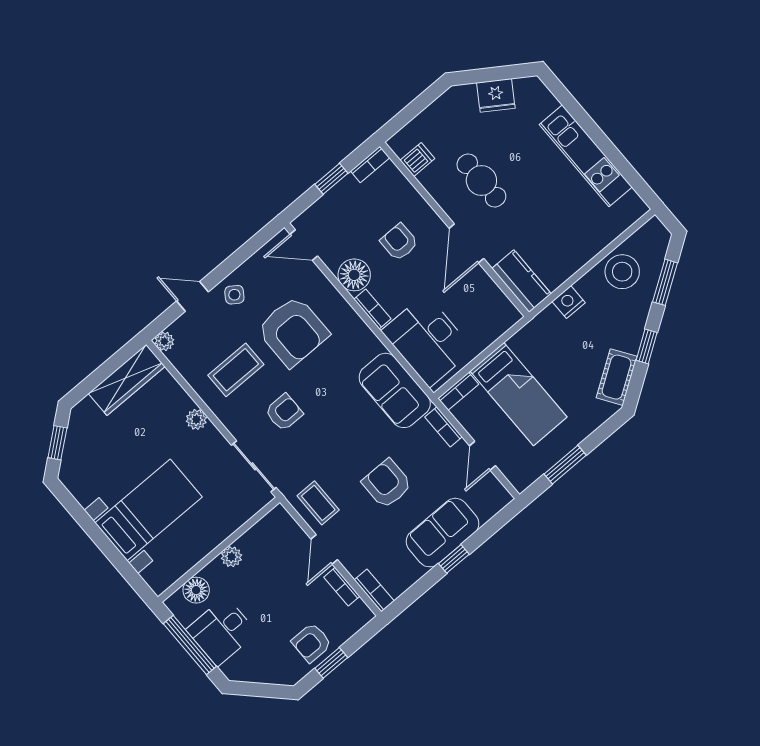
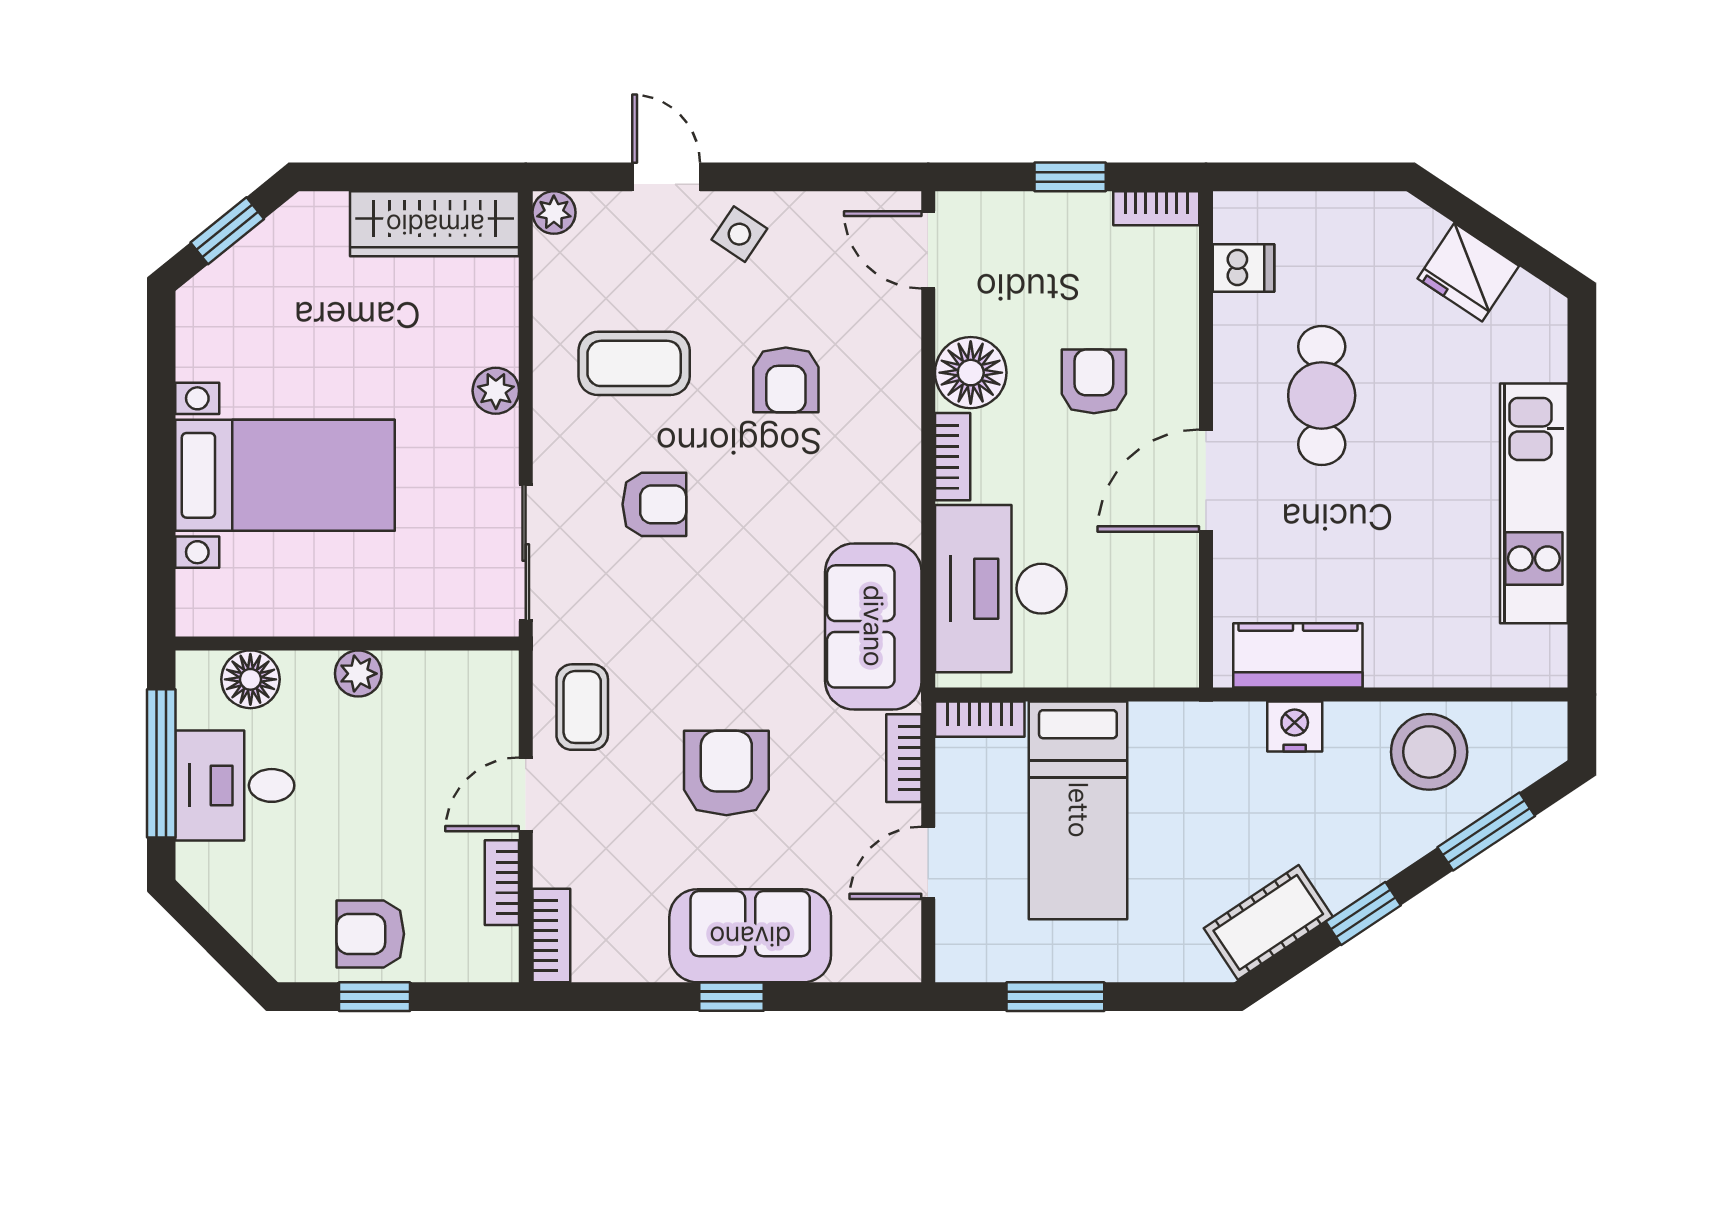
kitchen counter: (521, 281) -> (1298, 655), moved, turned -90
armchair: (293, 331) -> (786, 380), width x0.53, depth x0.53

